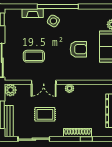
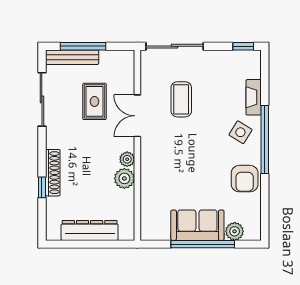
armchair: (78, 49) -> (245, 179), moved
plant: (10, 90) -> (124, 178), moved
rug: (45, 114) -> (94, 101), moved

